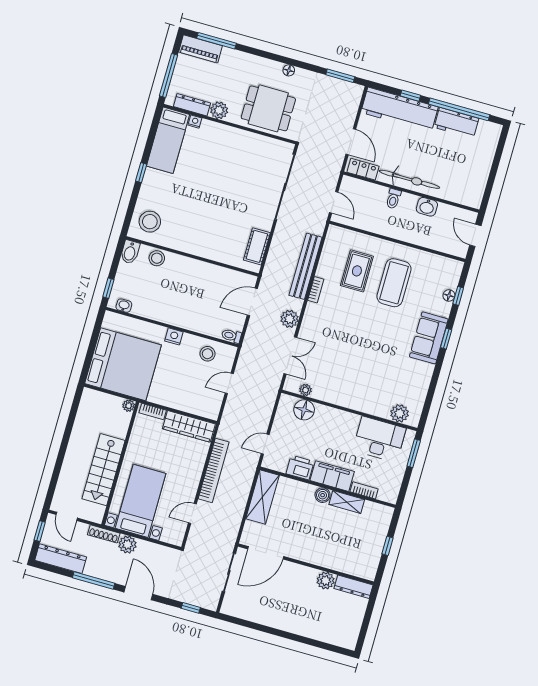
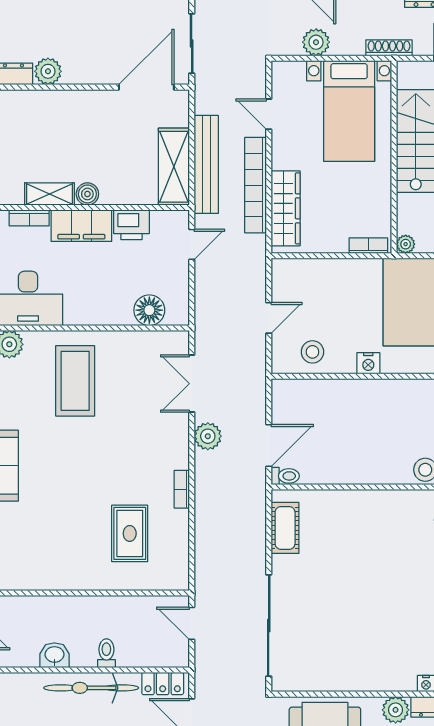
bench: (305, 266) -> (206, 164), moved
coffee table: (394, 283) -> (75, 381), moved
toilet: (231, 336) -> (285, 476), moved
plant: (305, 390) -> (156, 340), removed
wardrobe: (189, 426) -> (286, 208), moved, turned 90
door: (192, 513) -> (269, 114), swing flipped
plant: (127, 545) -> (316, 42), moved

